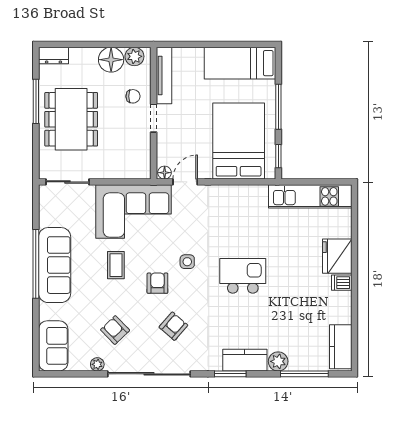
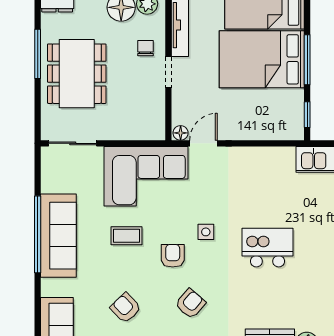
chair: (133, 96) -> (145, 48), turned -90
bed: (239, 141) -> (262, 59), moved, turned -90
coffee table: (116, 265) -> (127, 236), turned 90

